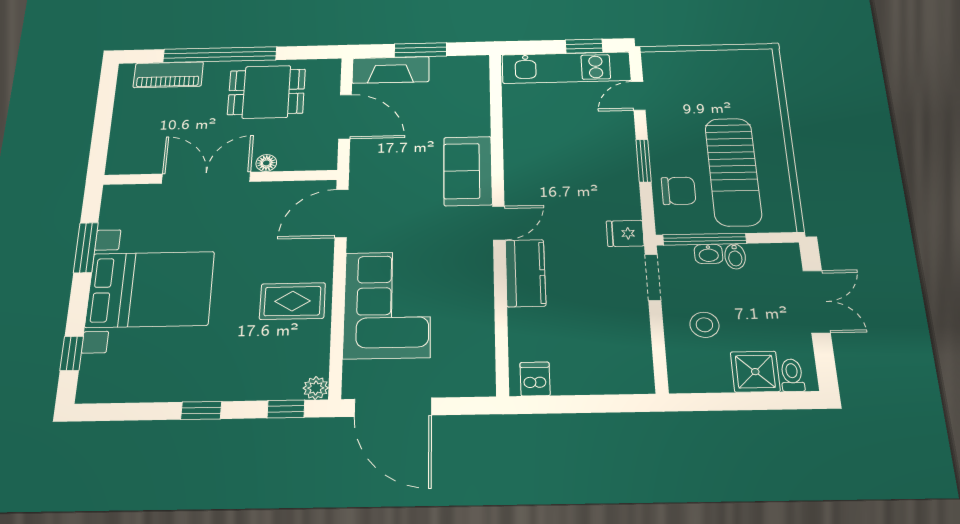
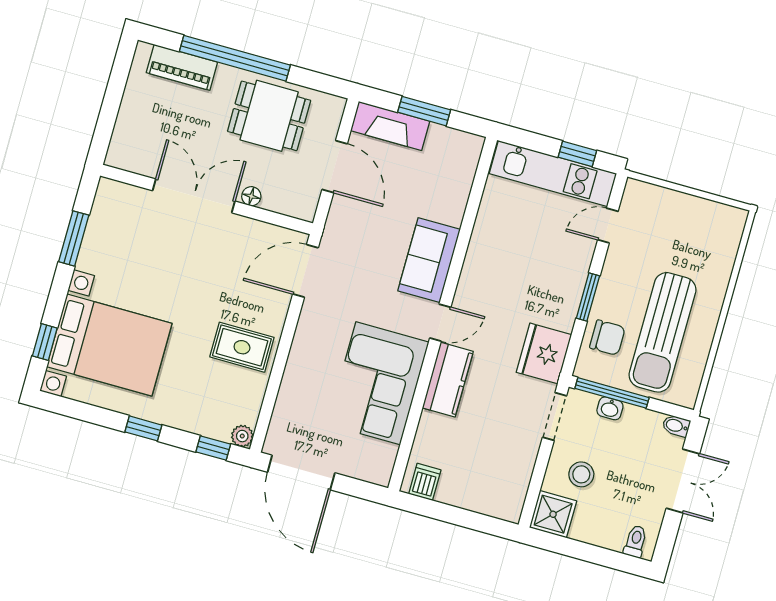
fridge: (625, 233) -> (544, 353), width x1.88, depth x1.34
bidet: (735, 256) -> (676, 426), moved, turned 90
bed with nightstands: (150, 289) -> (109, 345), moved
corner sofa: (387, 305) -> (378, 383), moved, turned 180
shower: (755, 372) -> (553, 514), moved

